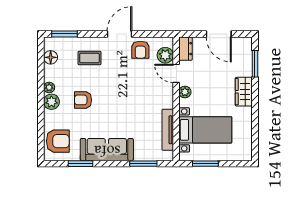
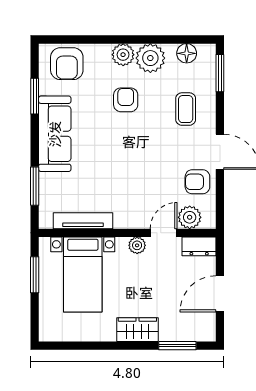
plant: (49, 87) -> (150, 58), width x1.88, depth x1.88

